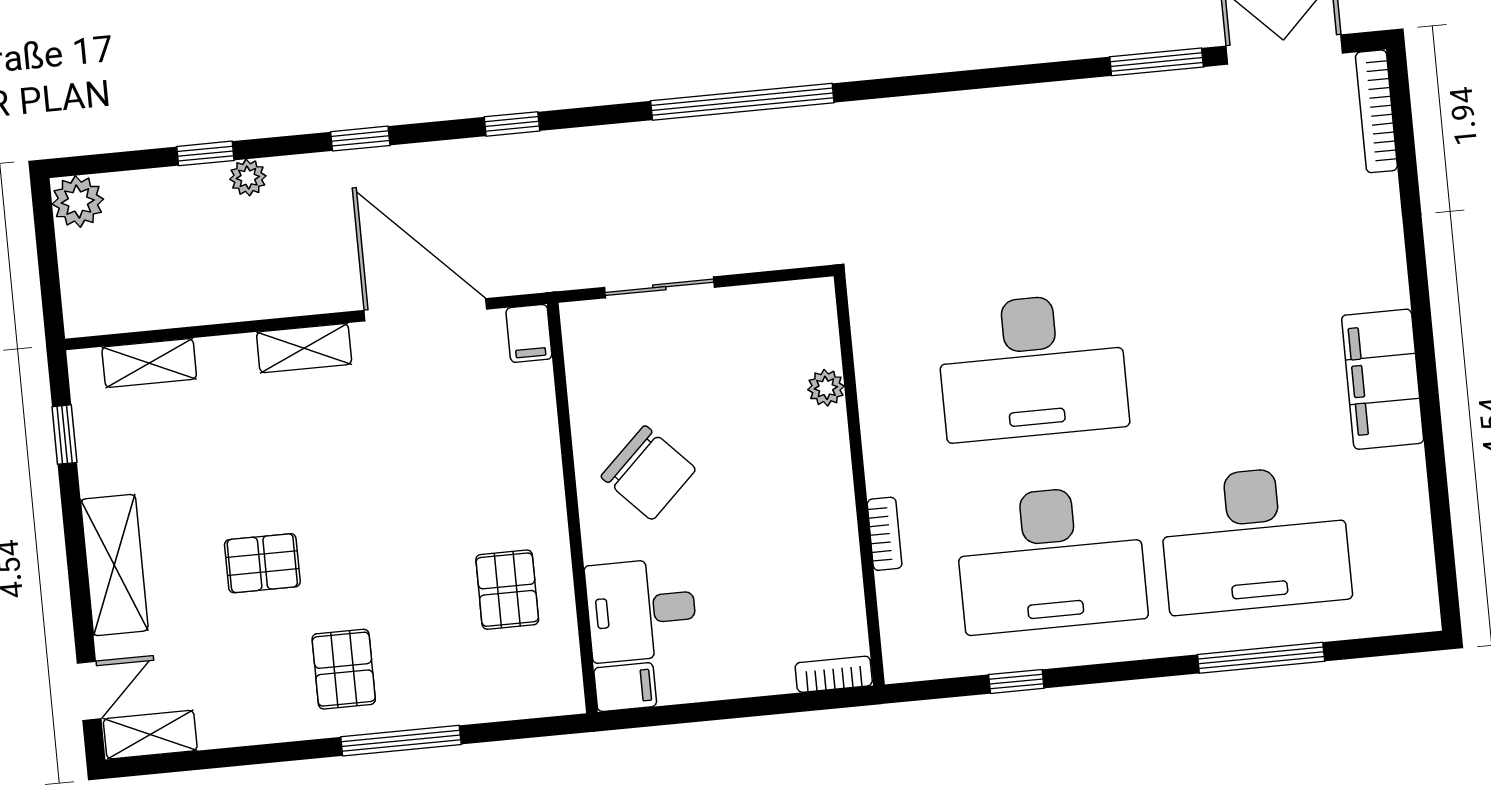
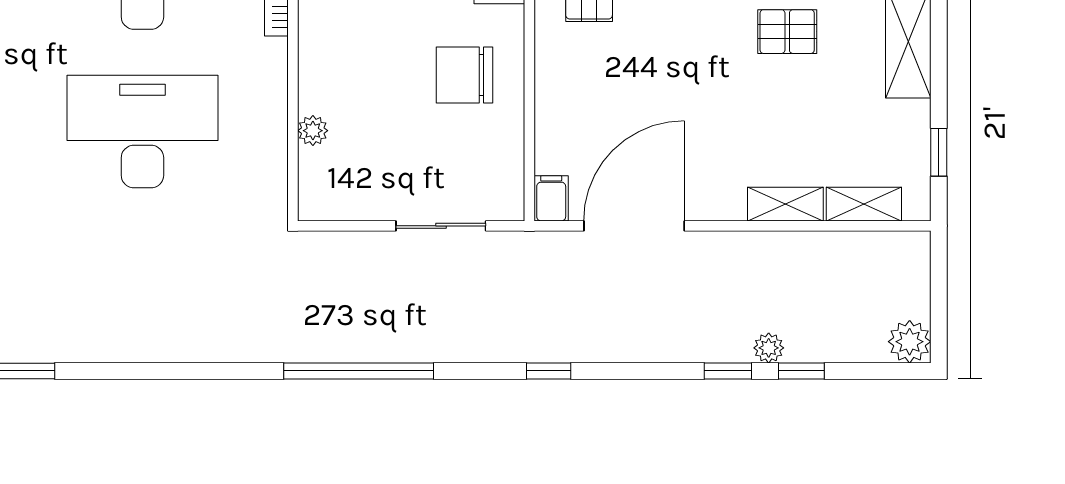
window: (360, 139) -> (728, 371), moved
door: (425, 310) -> (634, 226), swing flipped
shelving: (304, 348) -> (785, 204), moved
chair: (648, 473) -> (464, 75), turned -46

